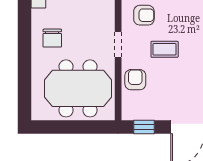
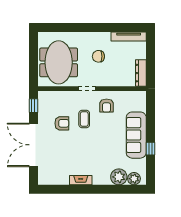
chair: (52, 38) -> (98, 56), moved
armchair: (135, 80) -> (62, 123), moved

